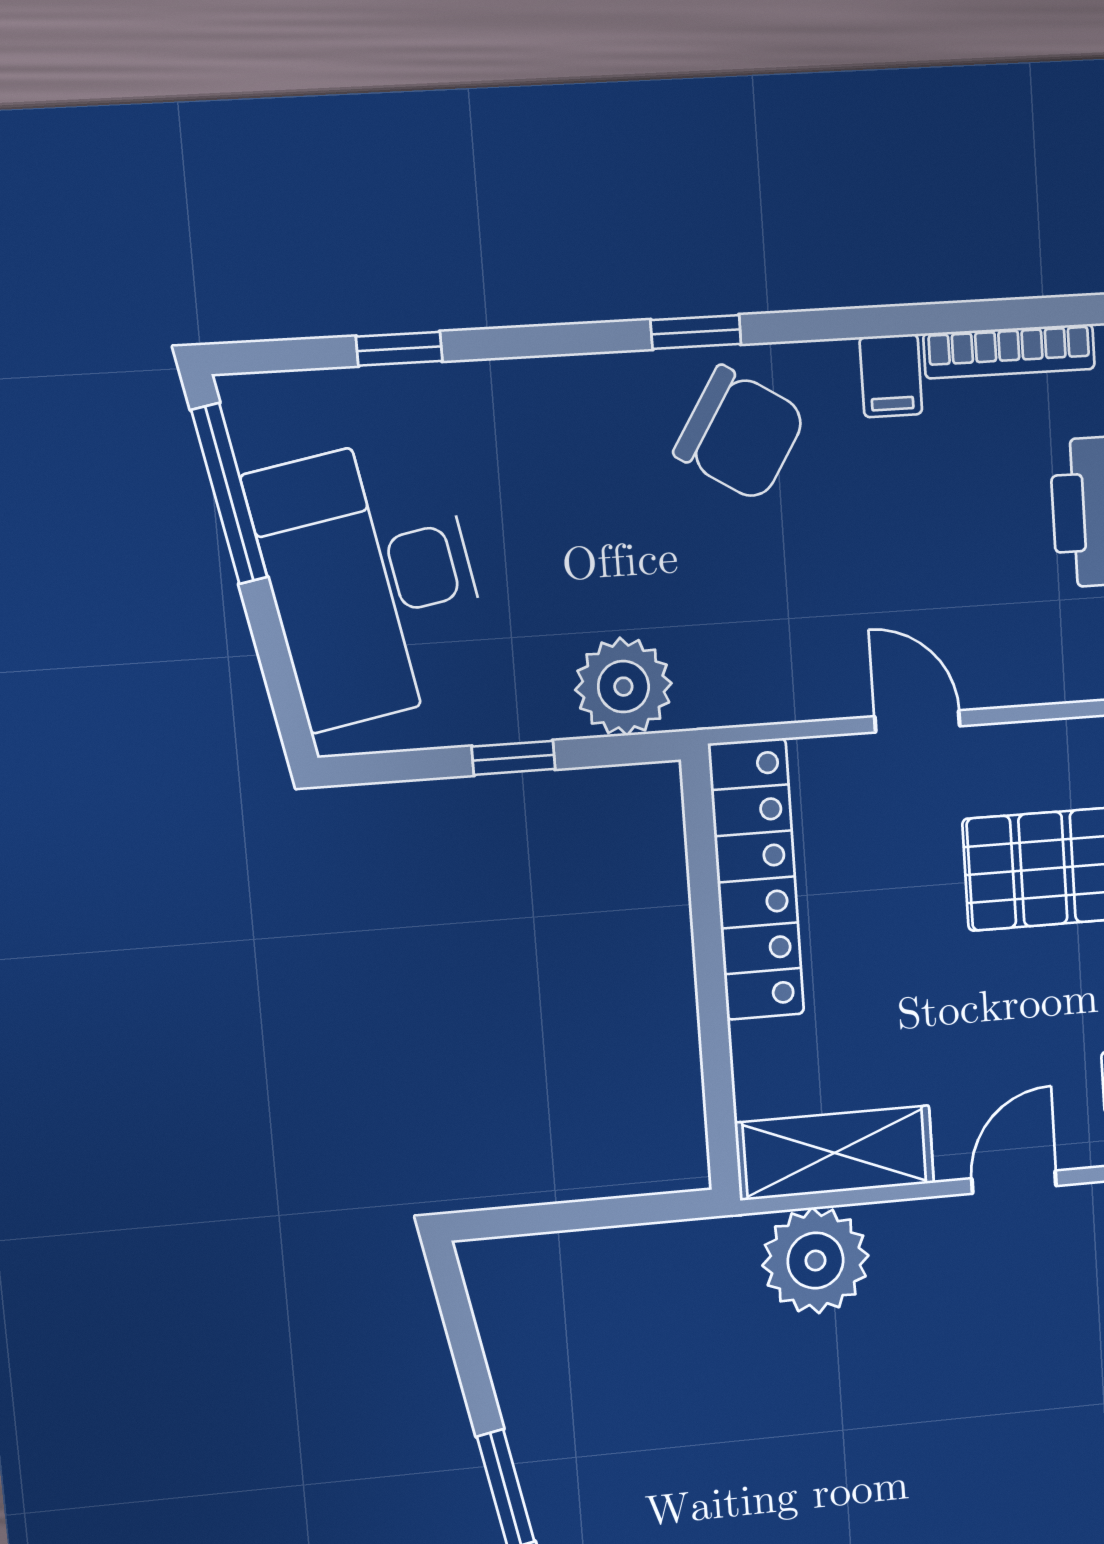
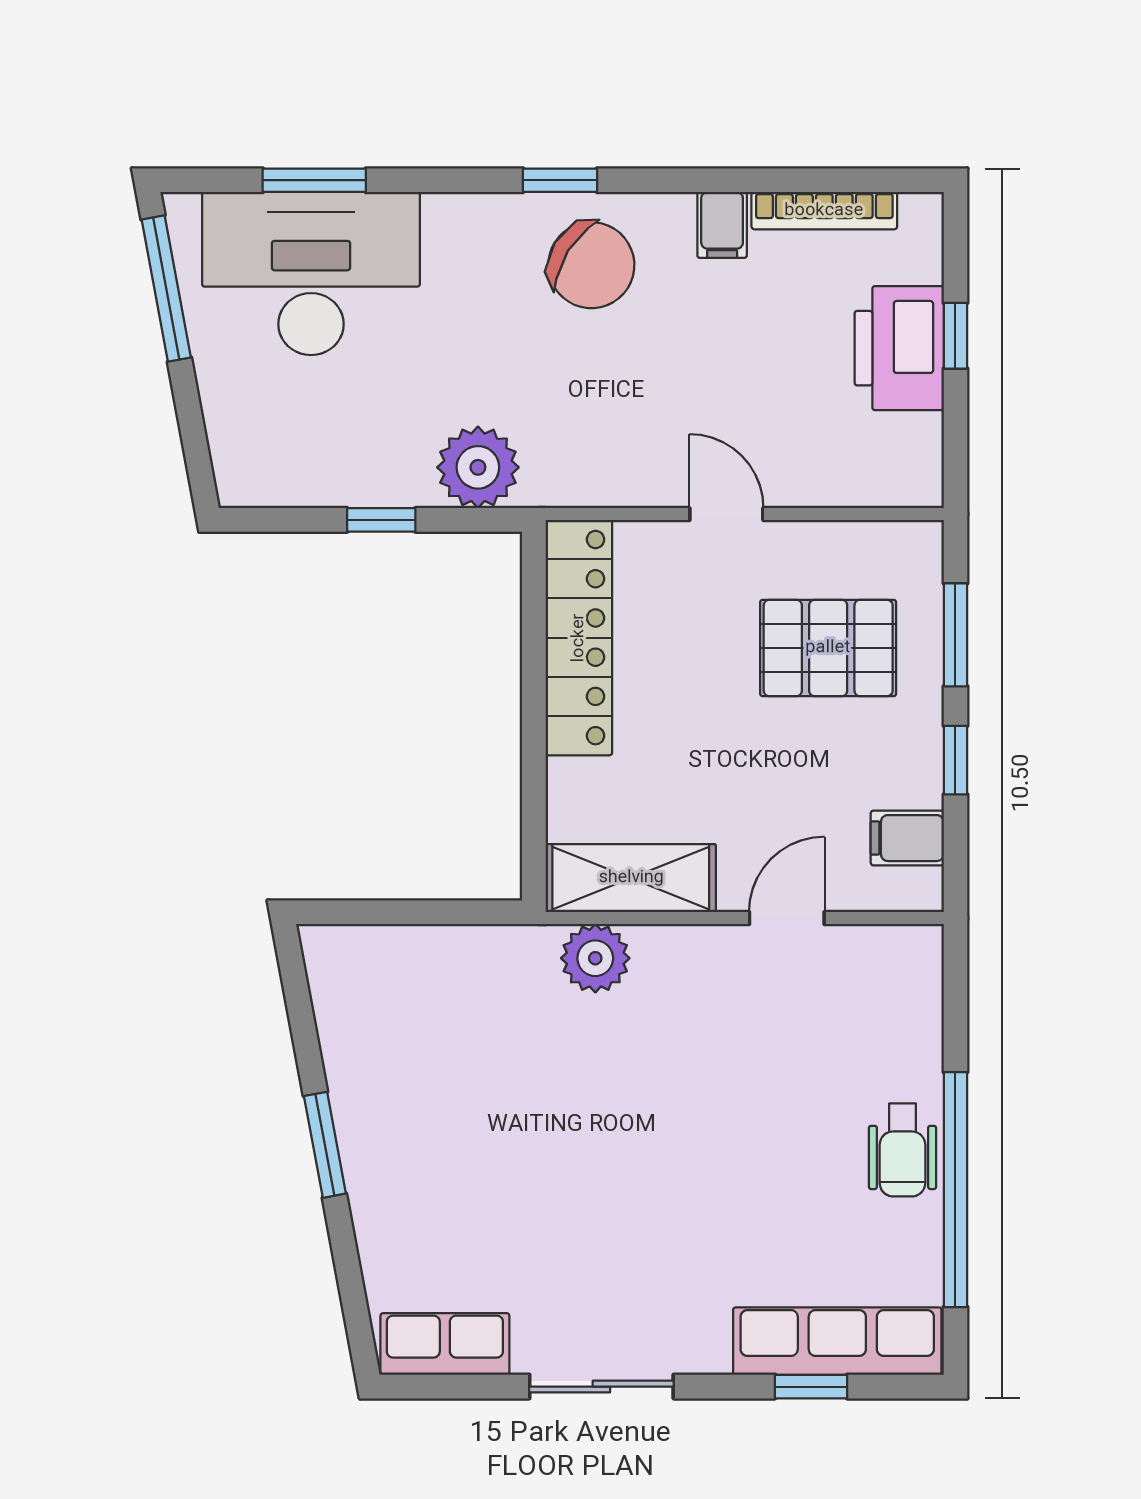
window: (399, 349) -> (314, 180), width x1.50
desk: (371, 581) -> (311, 274), moved, turned 100
plant: (815, 1260) -> (595, 958), width x0.73, depth x0.73

